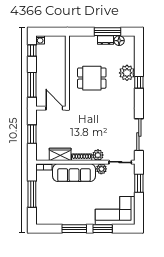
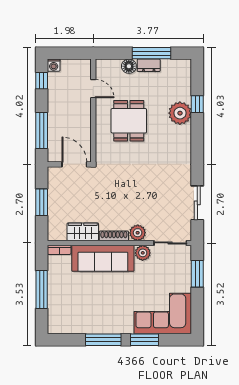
floor lamp: (119, 41) -> (129, 66), moved
door: (67, 56) -> (93, 89), added
dining table: (92, 78) -> (129, 121), turned 90
window: (139, 82) -> (197, 104), moved
sliding door: (139, 135) -> (197, 203), width x0.73

